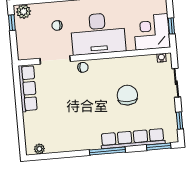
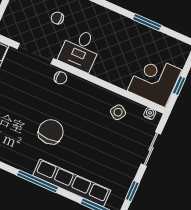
desk: (98, 34) -> (80, 50), width x0.53, depth x0.77
side table: (138, 69) -> (118, 112), added
chair: (127, 95) -> (51, 132), moved

